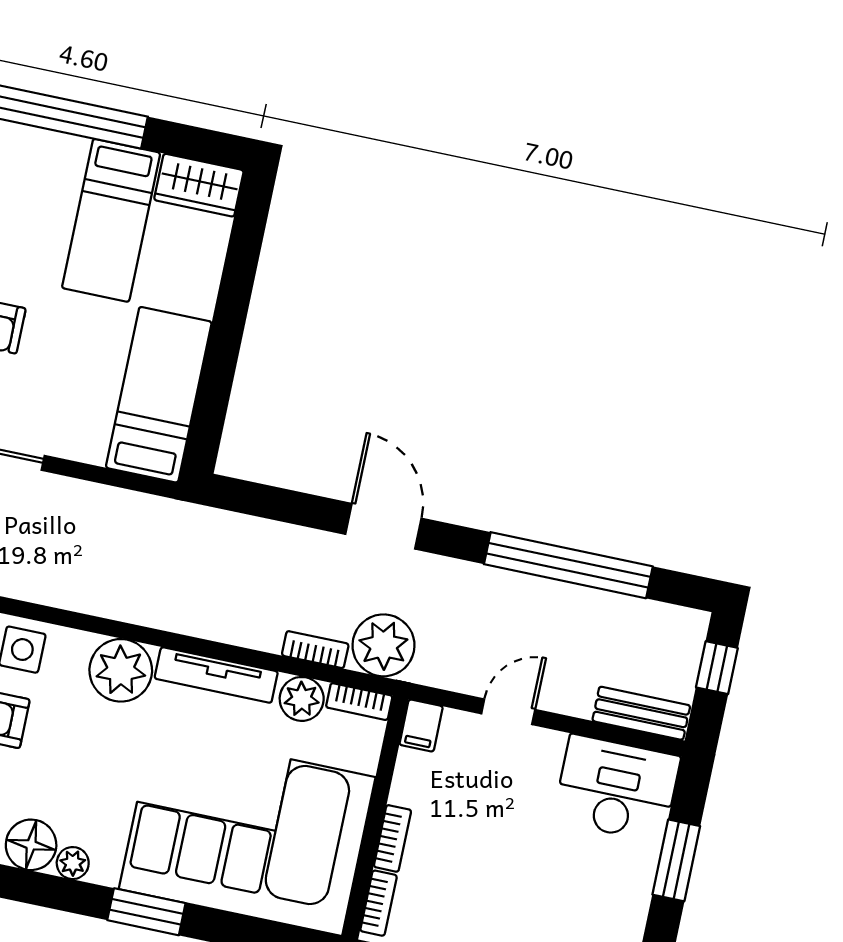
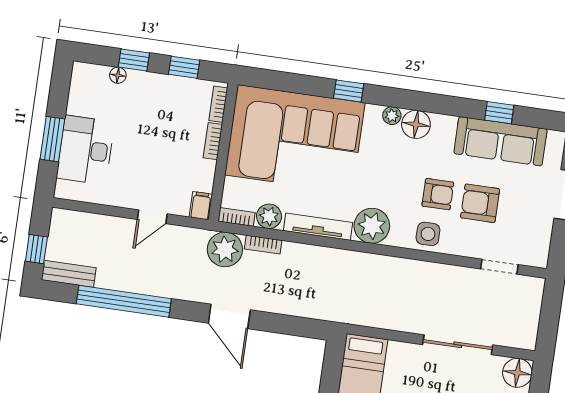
bench: (641, 713) -> (69, 274), moved
desk: (617, 788) -> (86, 150), moved, turned 90
window: (146, 912) -> (349, 91), width x0.67

